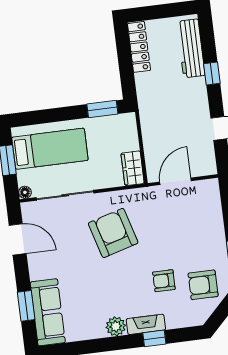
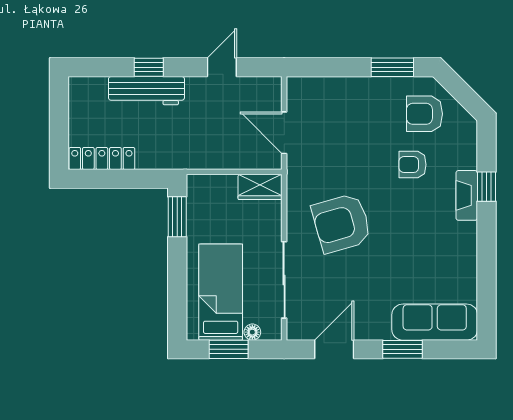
workbench: (191, 48) -> (146, 91), moved
floor lamp: (25, 192) -> (252, 332), moved
armchair: (164, 281) -> (413, 165), turned 90
armchair: (203, 285) -> (424, 114), turned 90
window: (26, 306) -> (402, 349), moved
plant: (116, 326) -> (464, 235), removed

